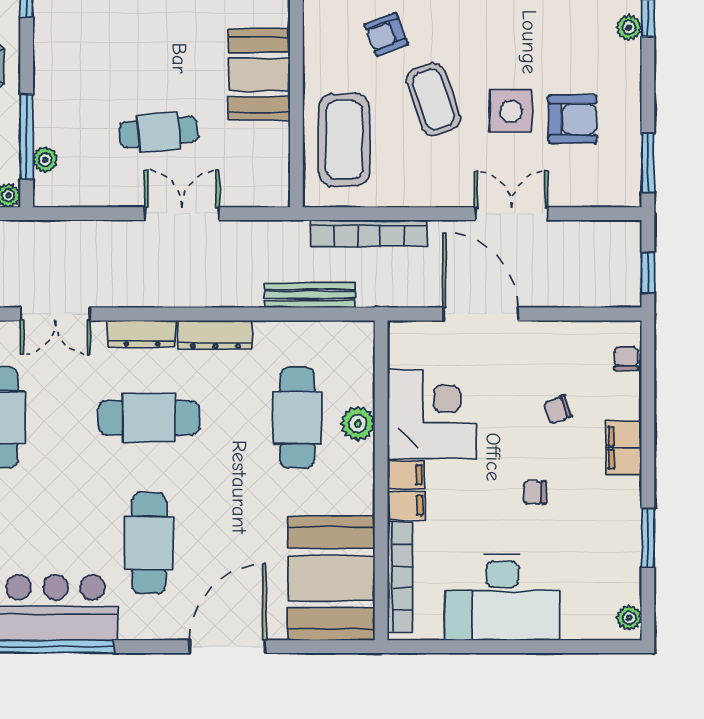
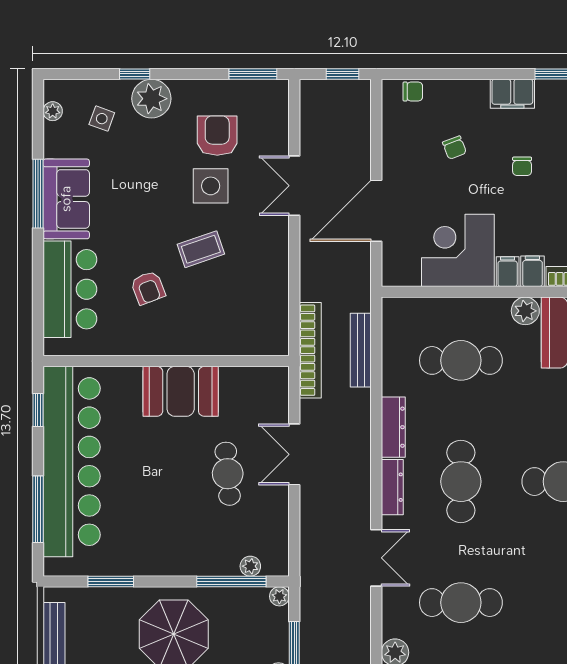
plant: (629, 28) -> (151, 99), width x1.87, depth x1.87
coffee table: (433, 99) -> (201, 249), width x0.73, depth x0.77
coffee table: (344, 140) -> (234, 322), removed
bookcase: (369, 233) -> (310, 350), moved
chair: (626, 359) -> (413, 92), turned 180
plant: (358, 424) -> (525, 311), moved
filing cabinet: (624, 448) -> (512, 94), moved

